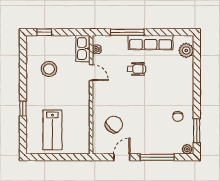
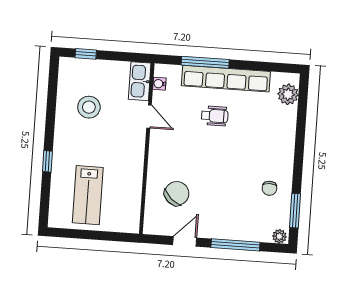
row of seats: (151, 43) -> (226, 79), width x1.36

